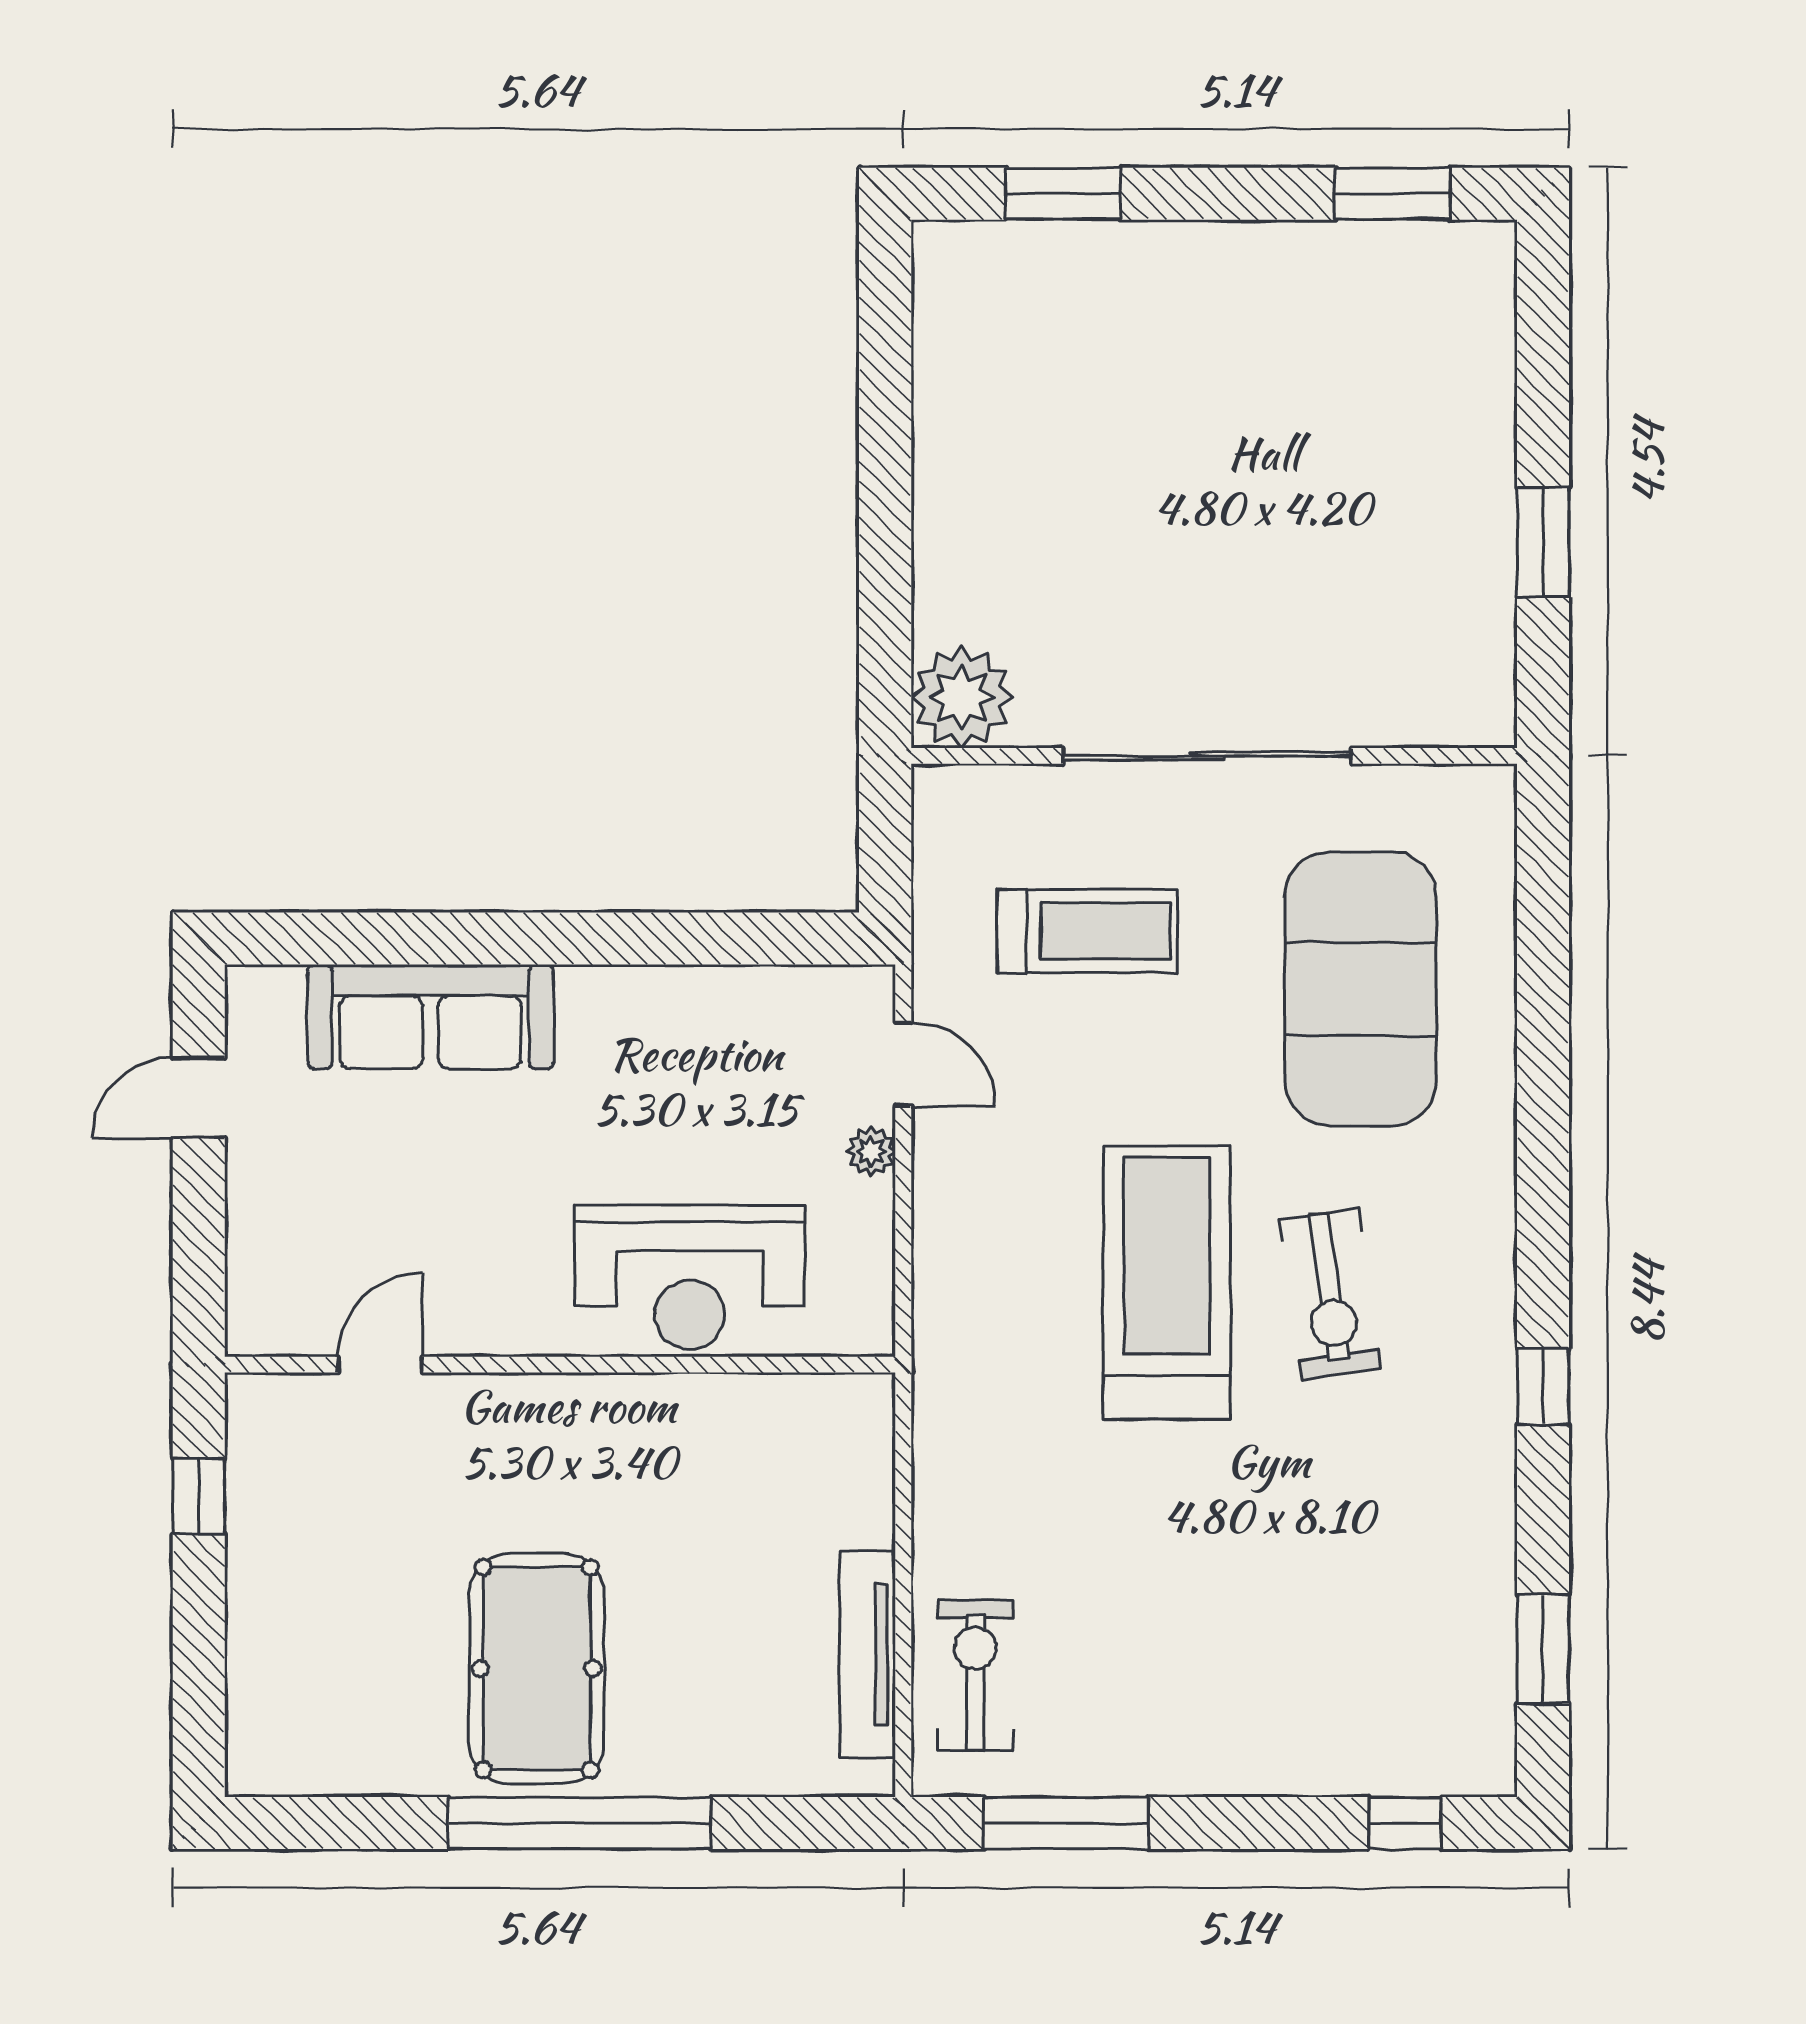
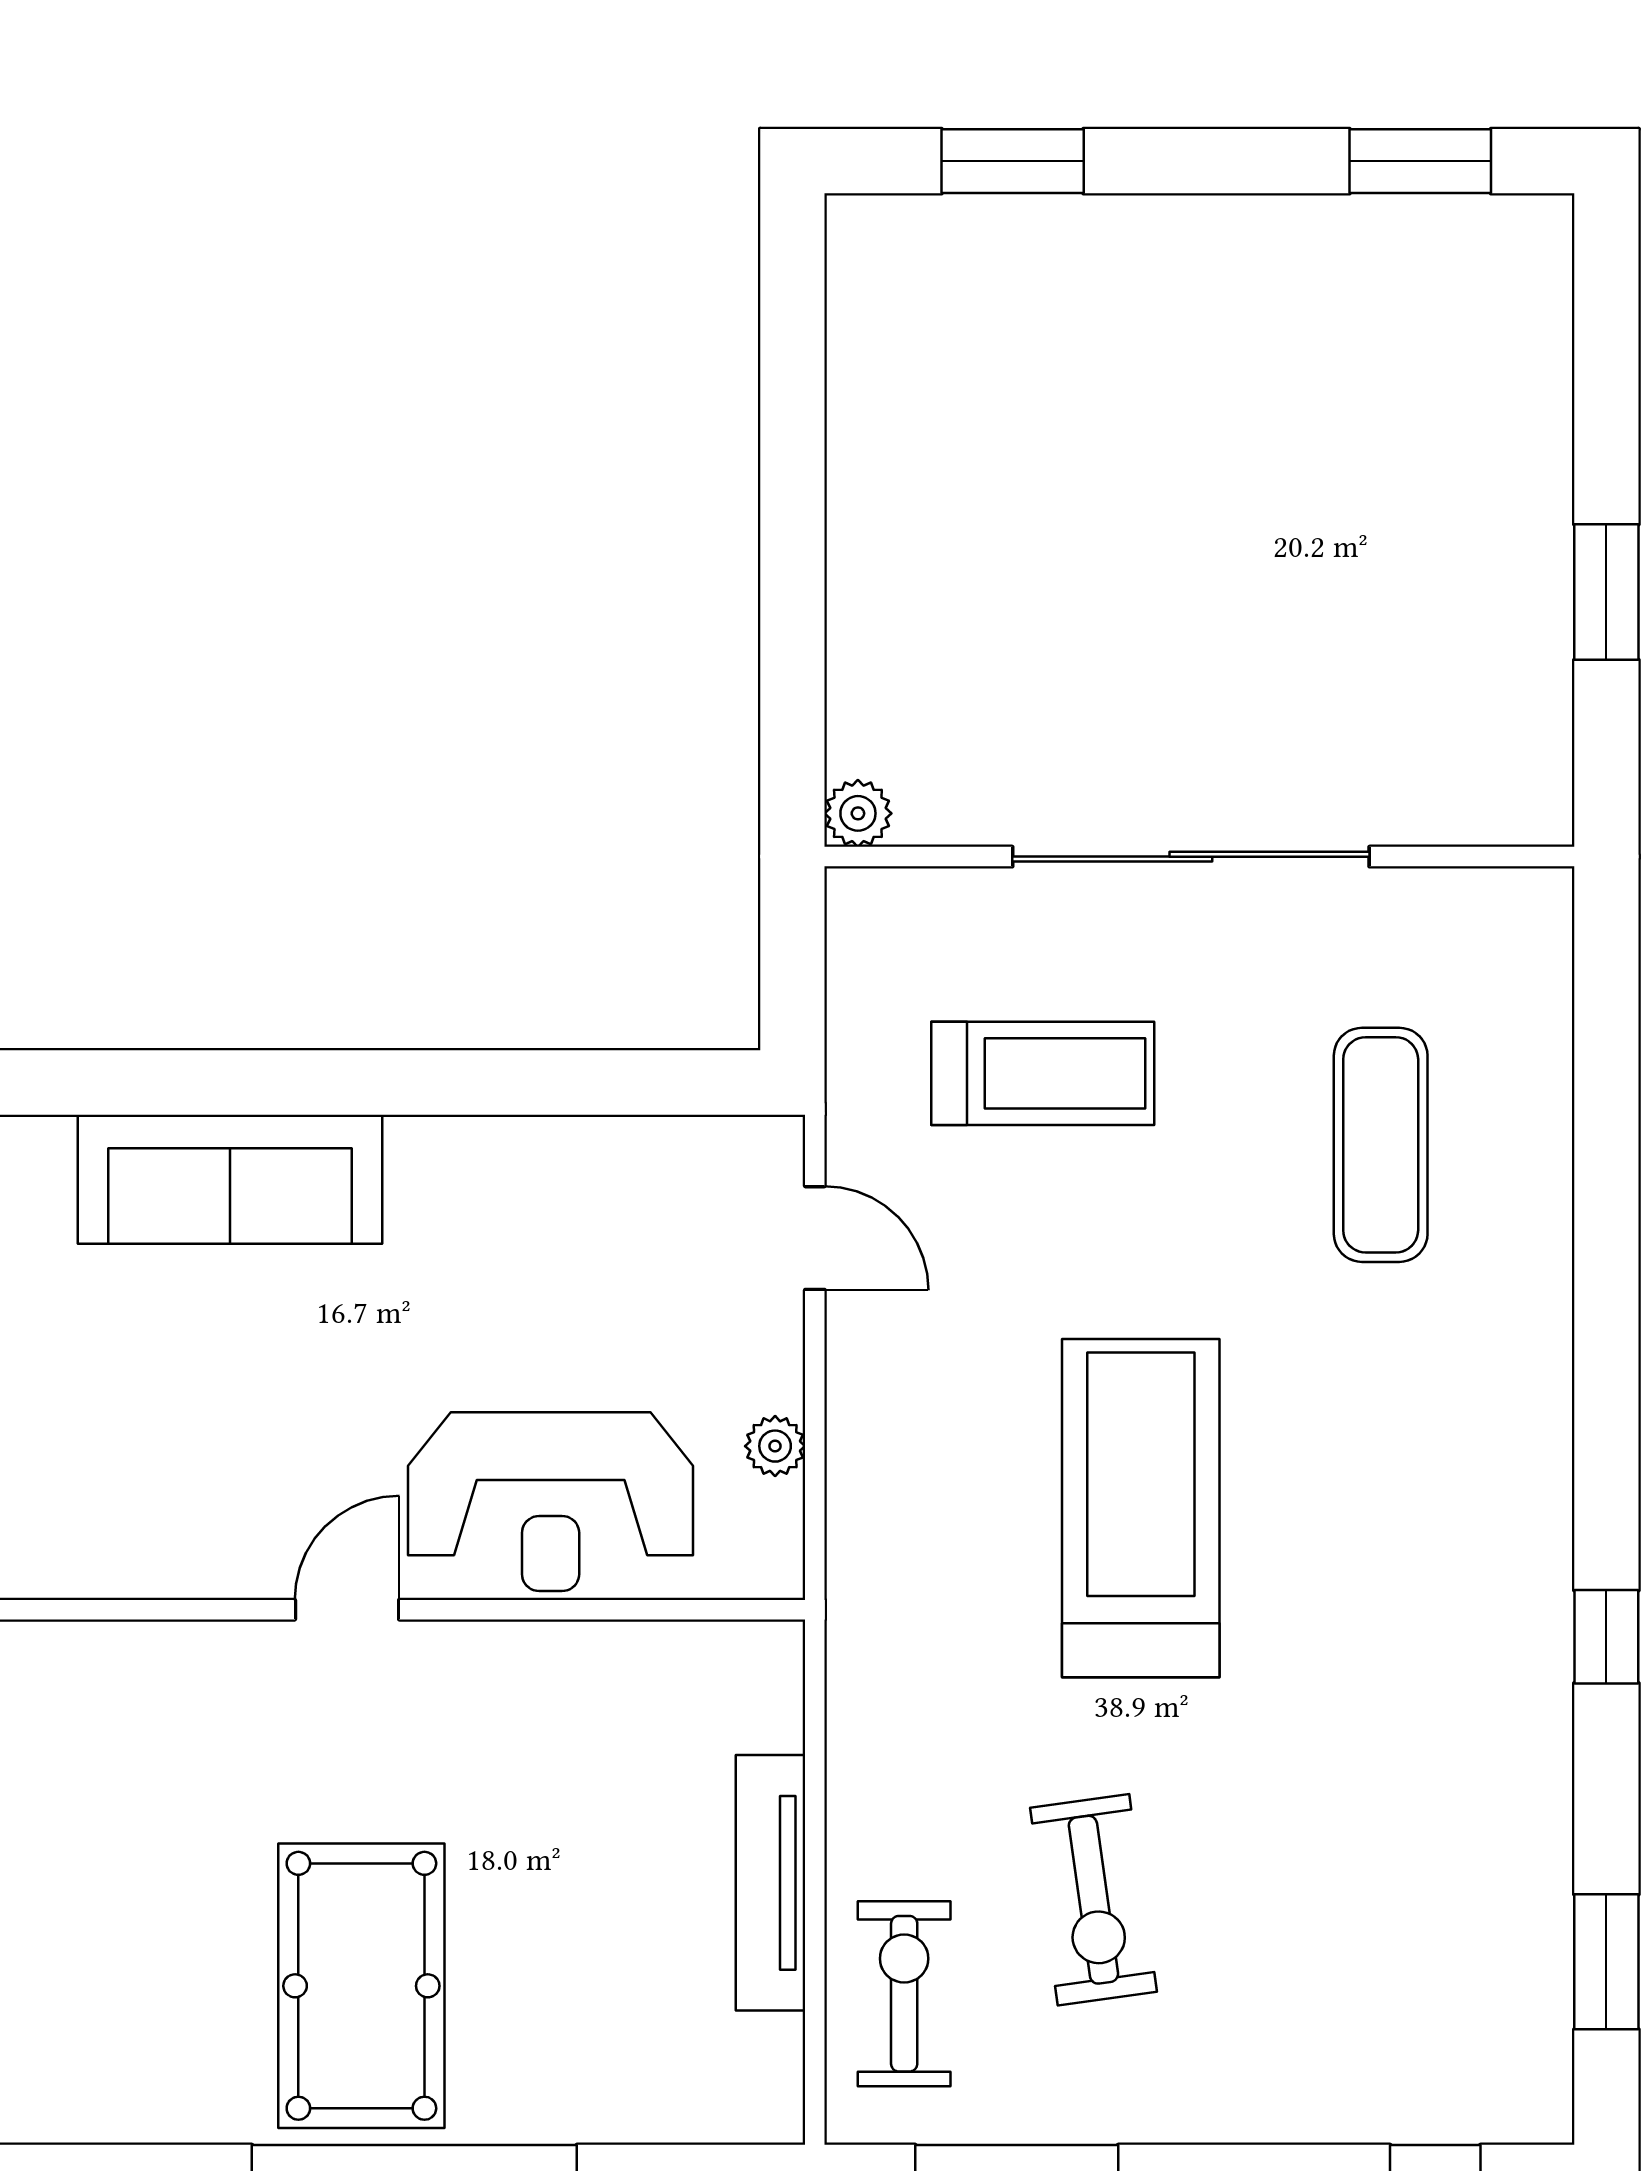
plant: (962, 697) -> (858, 813), width x0.53, depth x0.53
exercise mat: (1361, 989) -> (1381, 1145), width x0.50, depth x0.69
plant: (871, 1151) -> (775, 1446), moved
exercise bike: (1330, 1294) -> (1093, 1900), moved
door: (380, 1365) -> (347, 1610), moved
tv unit: (867, 1655) -> (770, 1883), moved

